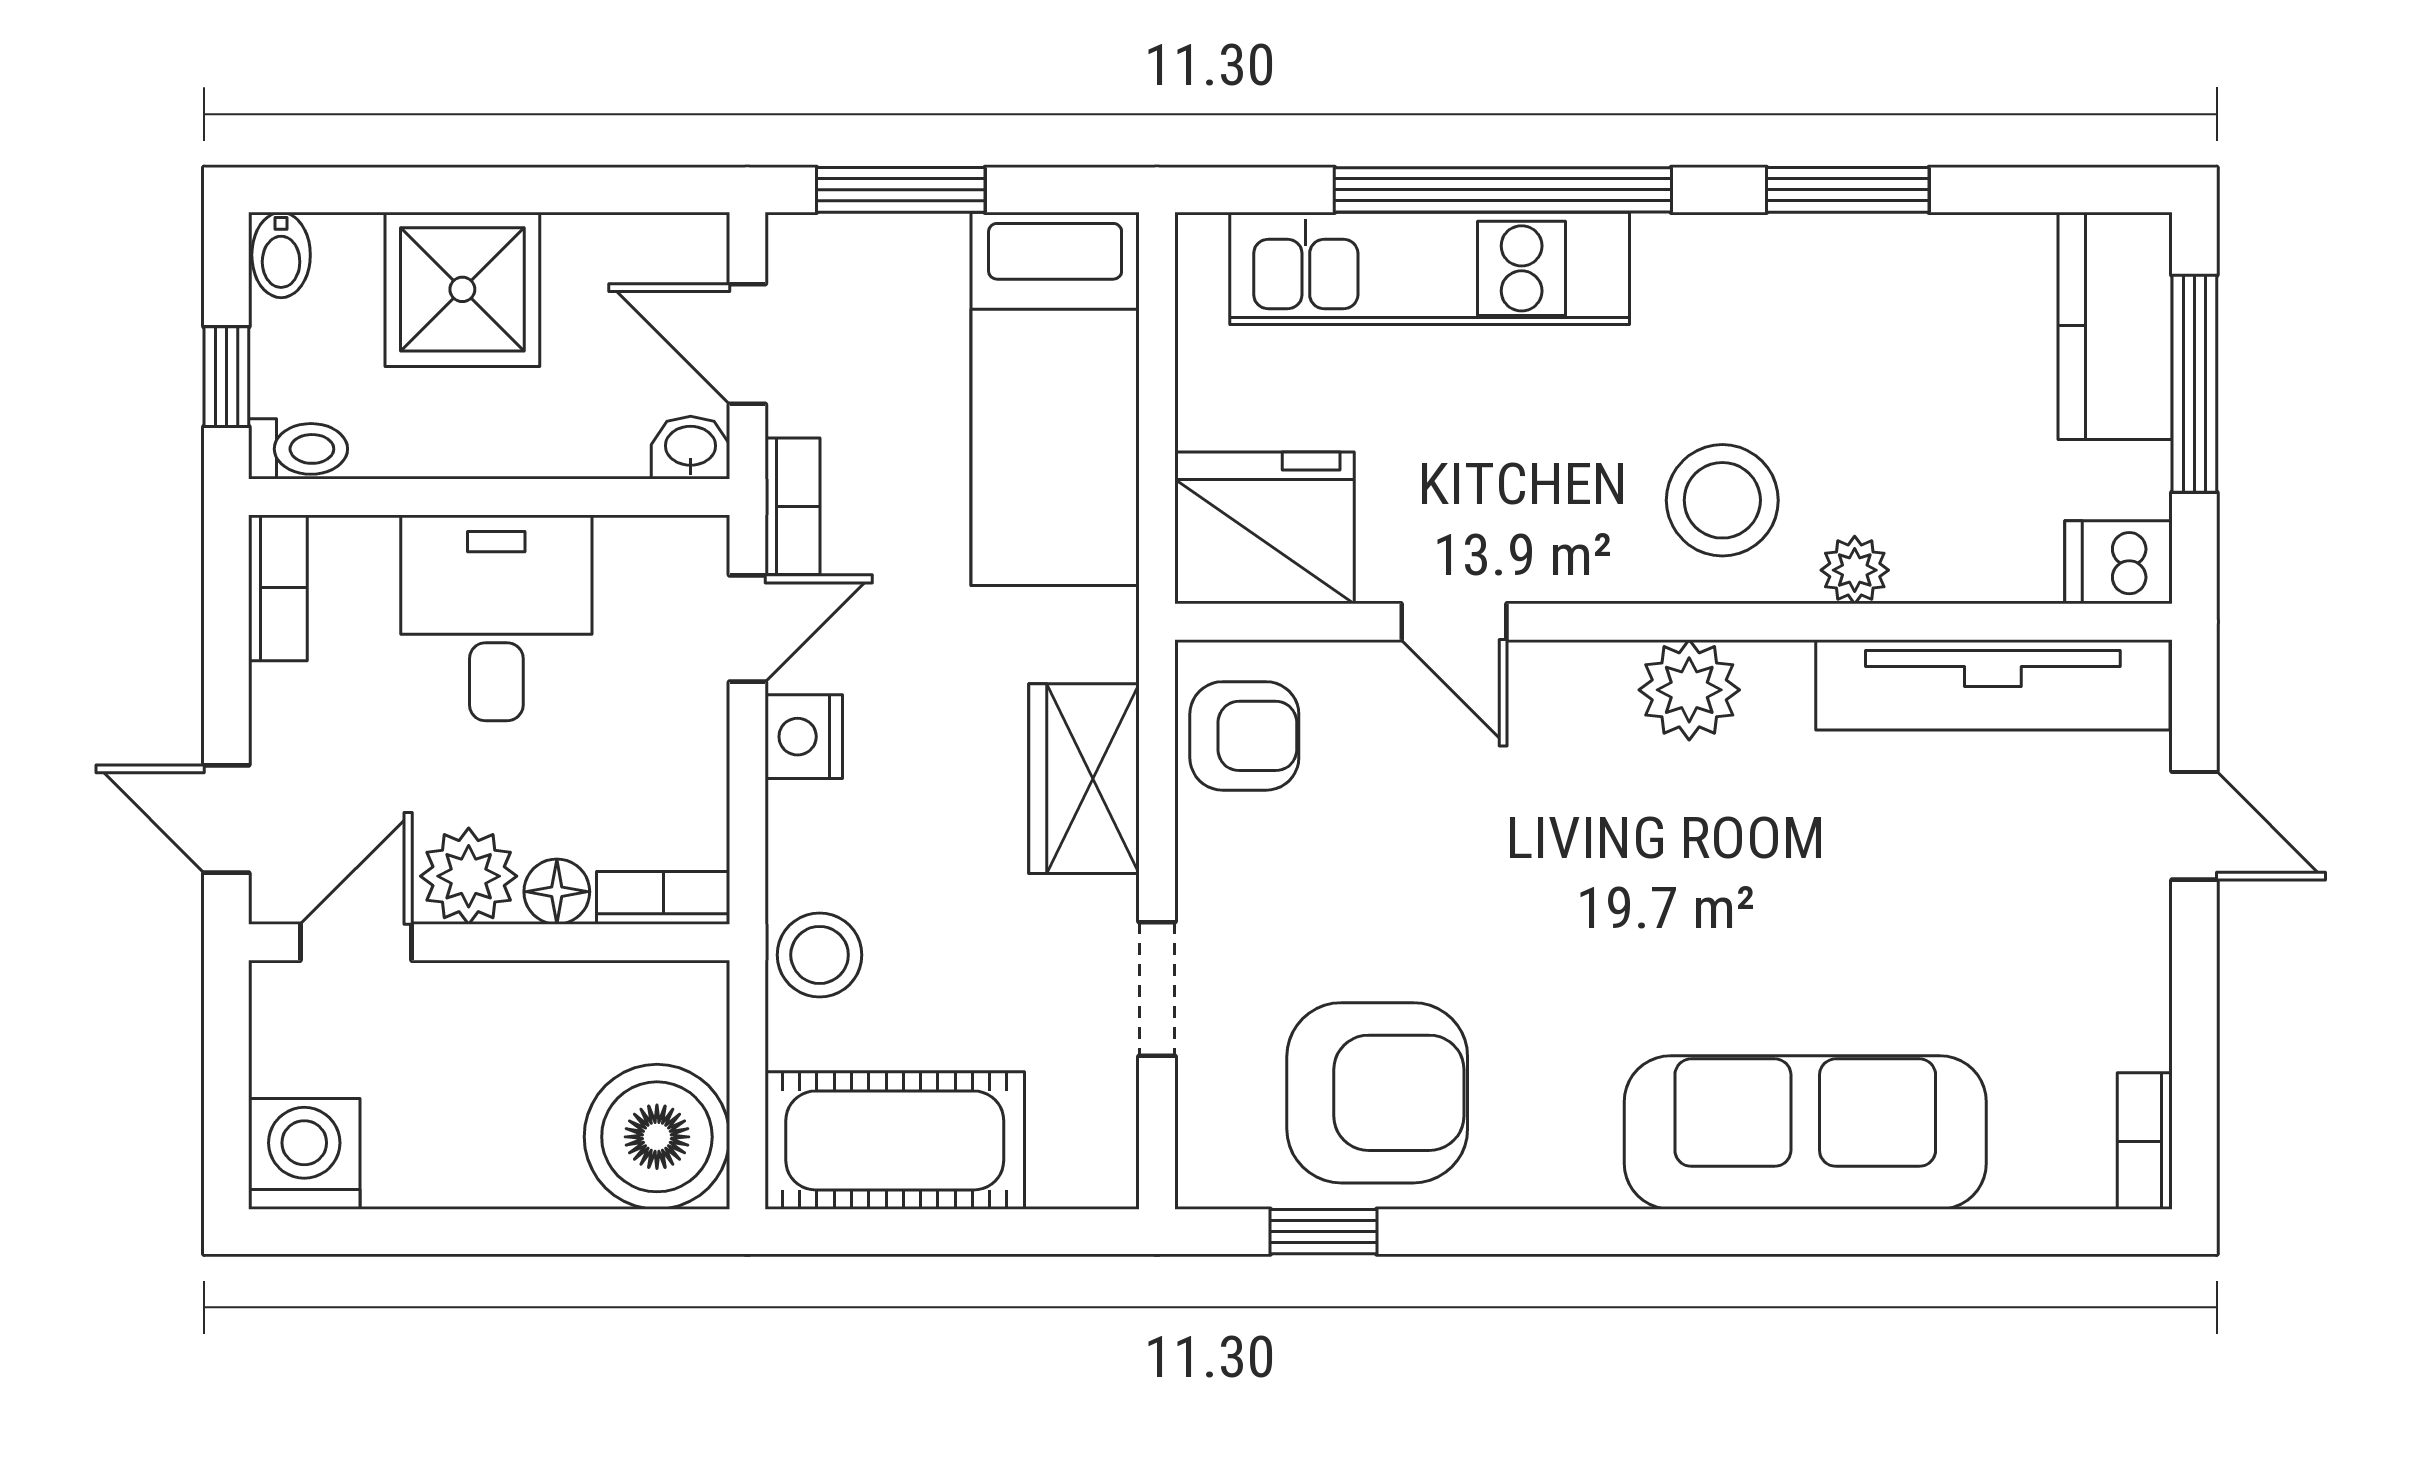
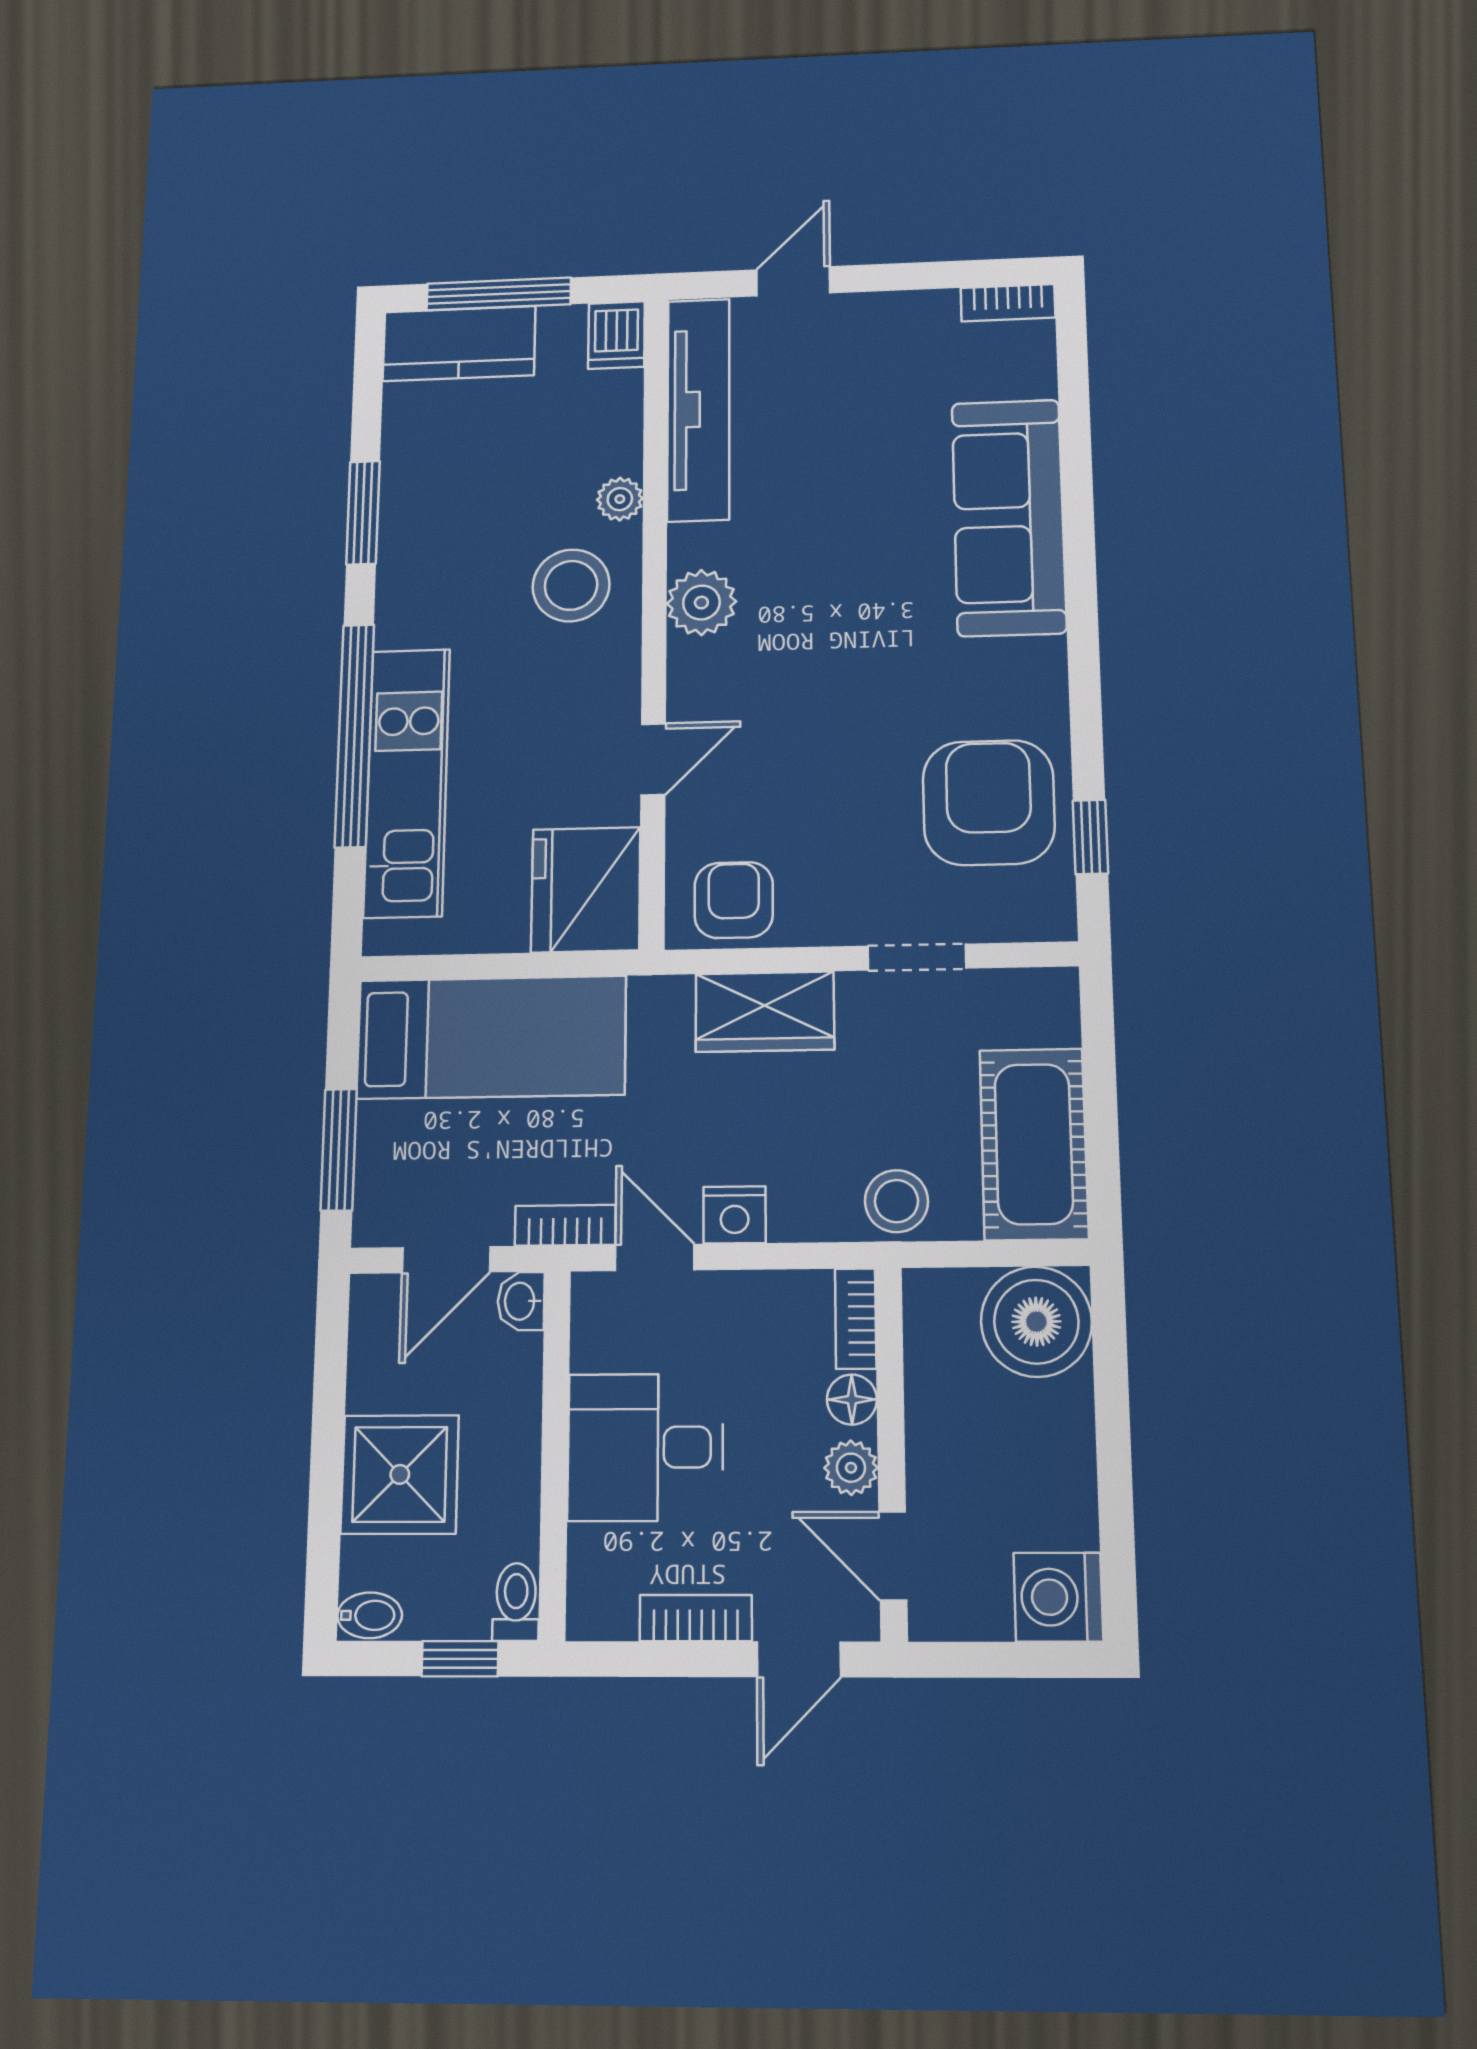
bookcase: (278, 588) -> (696, 1618), moved
plant: (469, 876) -> (851, 1468), width x0.73, depth x0.73

